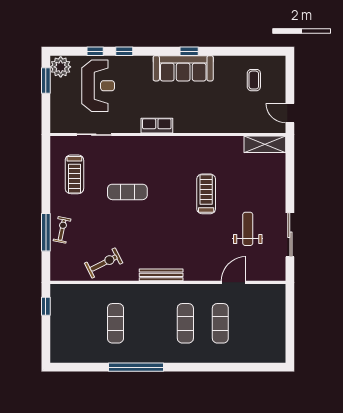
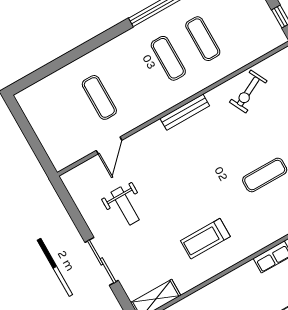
treadmill: (206, 194) -> (205, 239), moved, turned 90
sliding door: (290, 235) -> (102, 261), moved
exercise mat: (185, 323) -> (168, 58), moved

